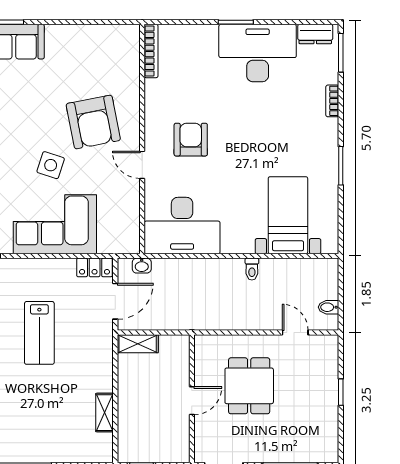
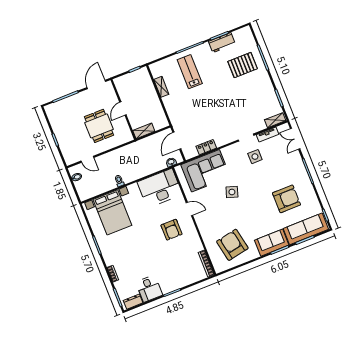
desk: (258, 53) -> (149, 289), width x0.53, depth x0.77
armchair: (93, 122) -> (232, 245), moved
bed with nightstands: (288, 215) -> (112, 212), width x1.36
corner sofa: (55, 224) -> (205, 171), moved
locker: (95, 267) -> (206, 147), moved
lab bench: (39, 333) -> (190, 72), moved
shelving: (138, 344) -> (144, 131), moved

